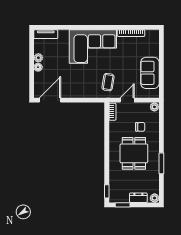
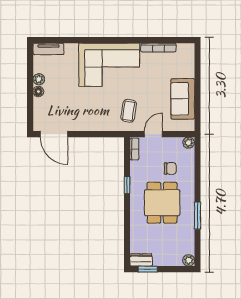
door: (50, 100) -> (54, 134), swing flipped
window: (107, 191) -> (127, 185), moved
dresser: (138, 198) -> (141, 260), moved

